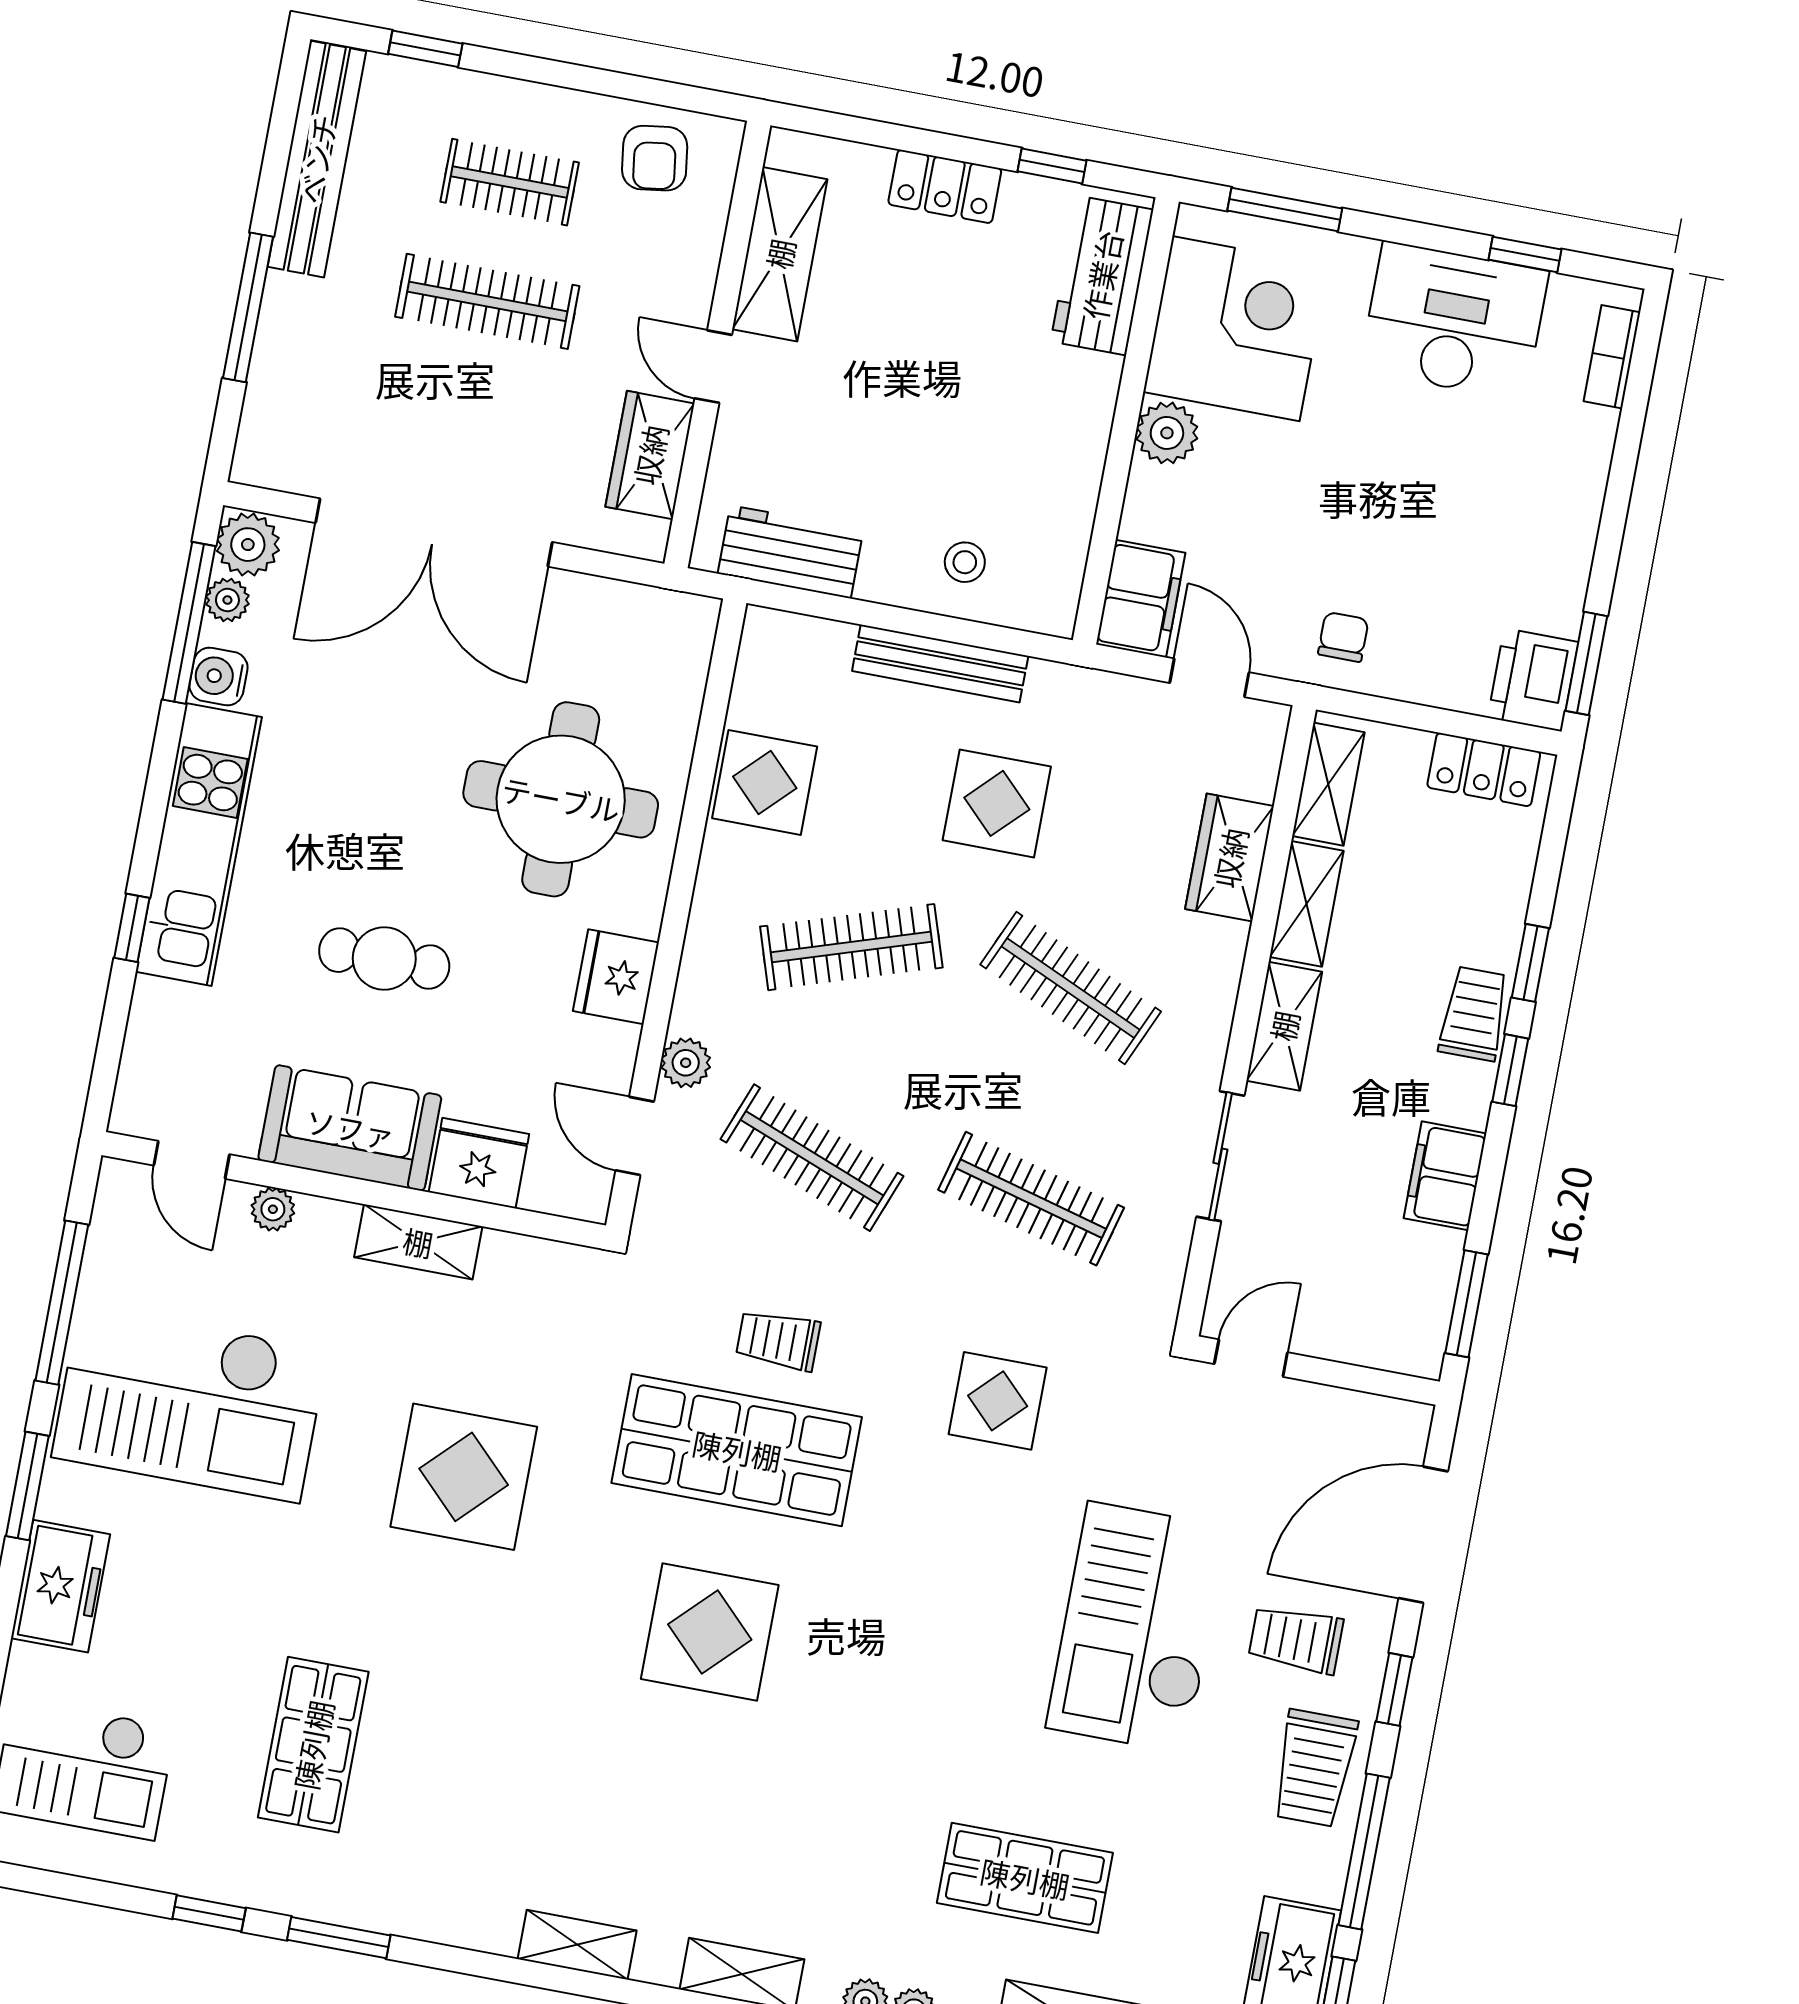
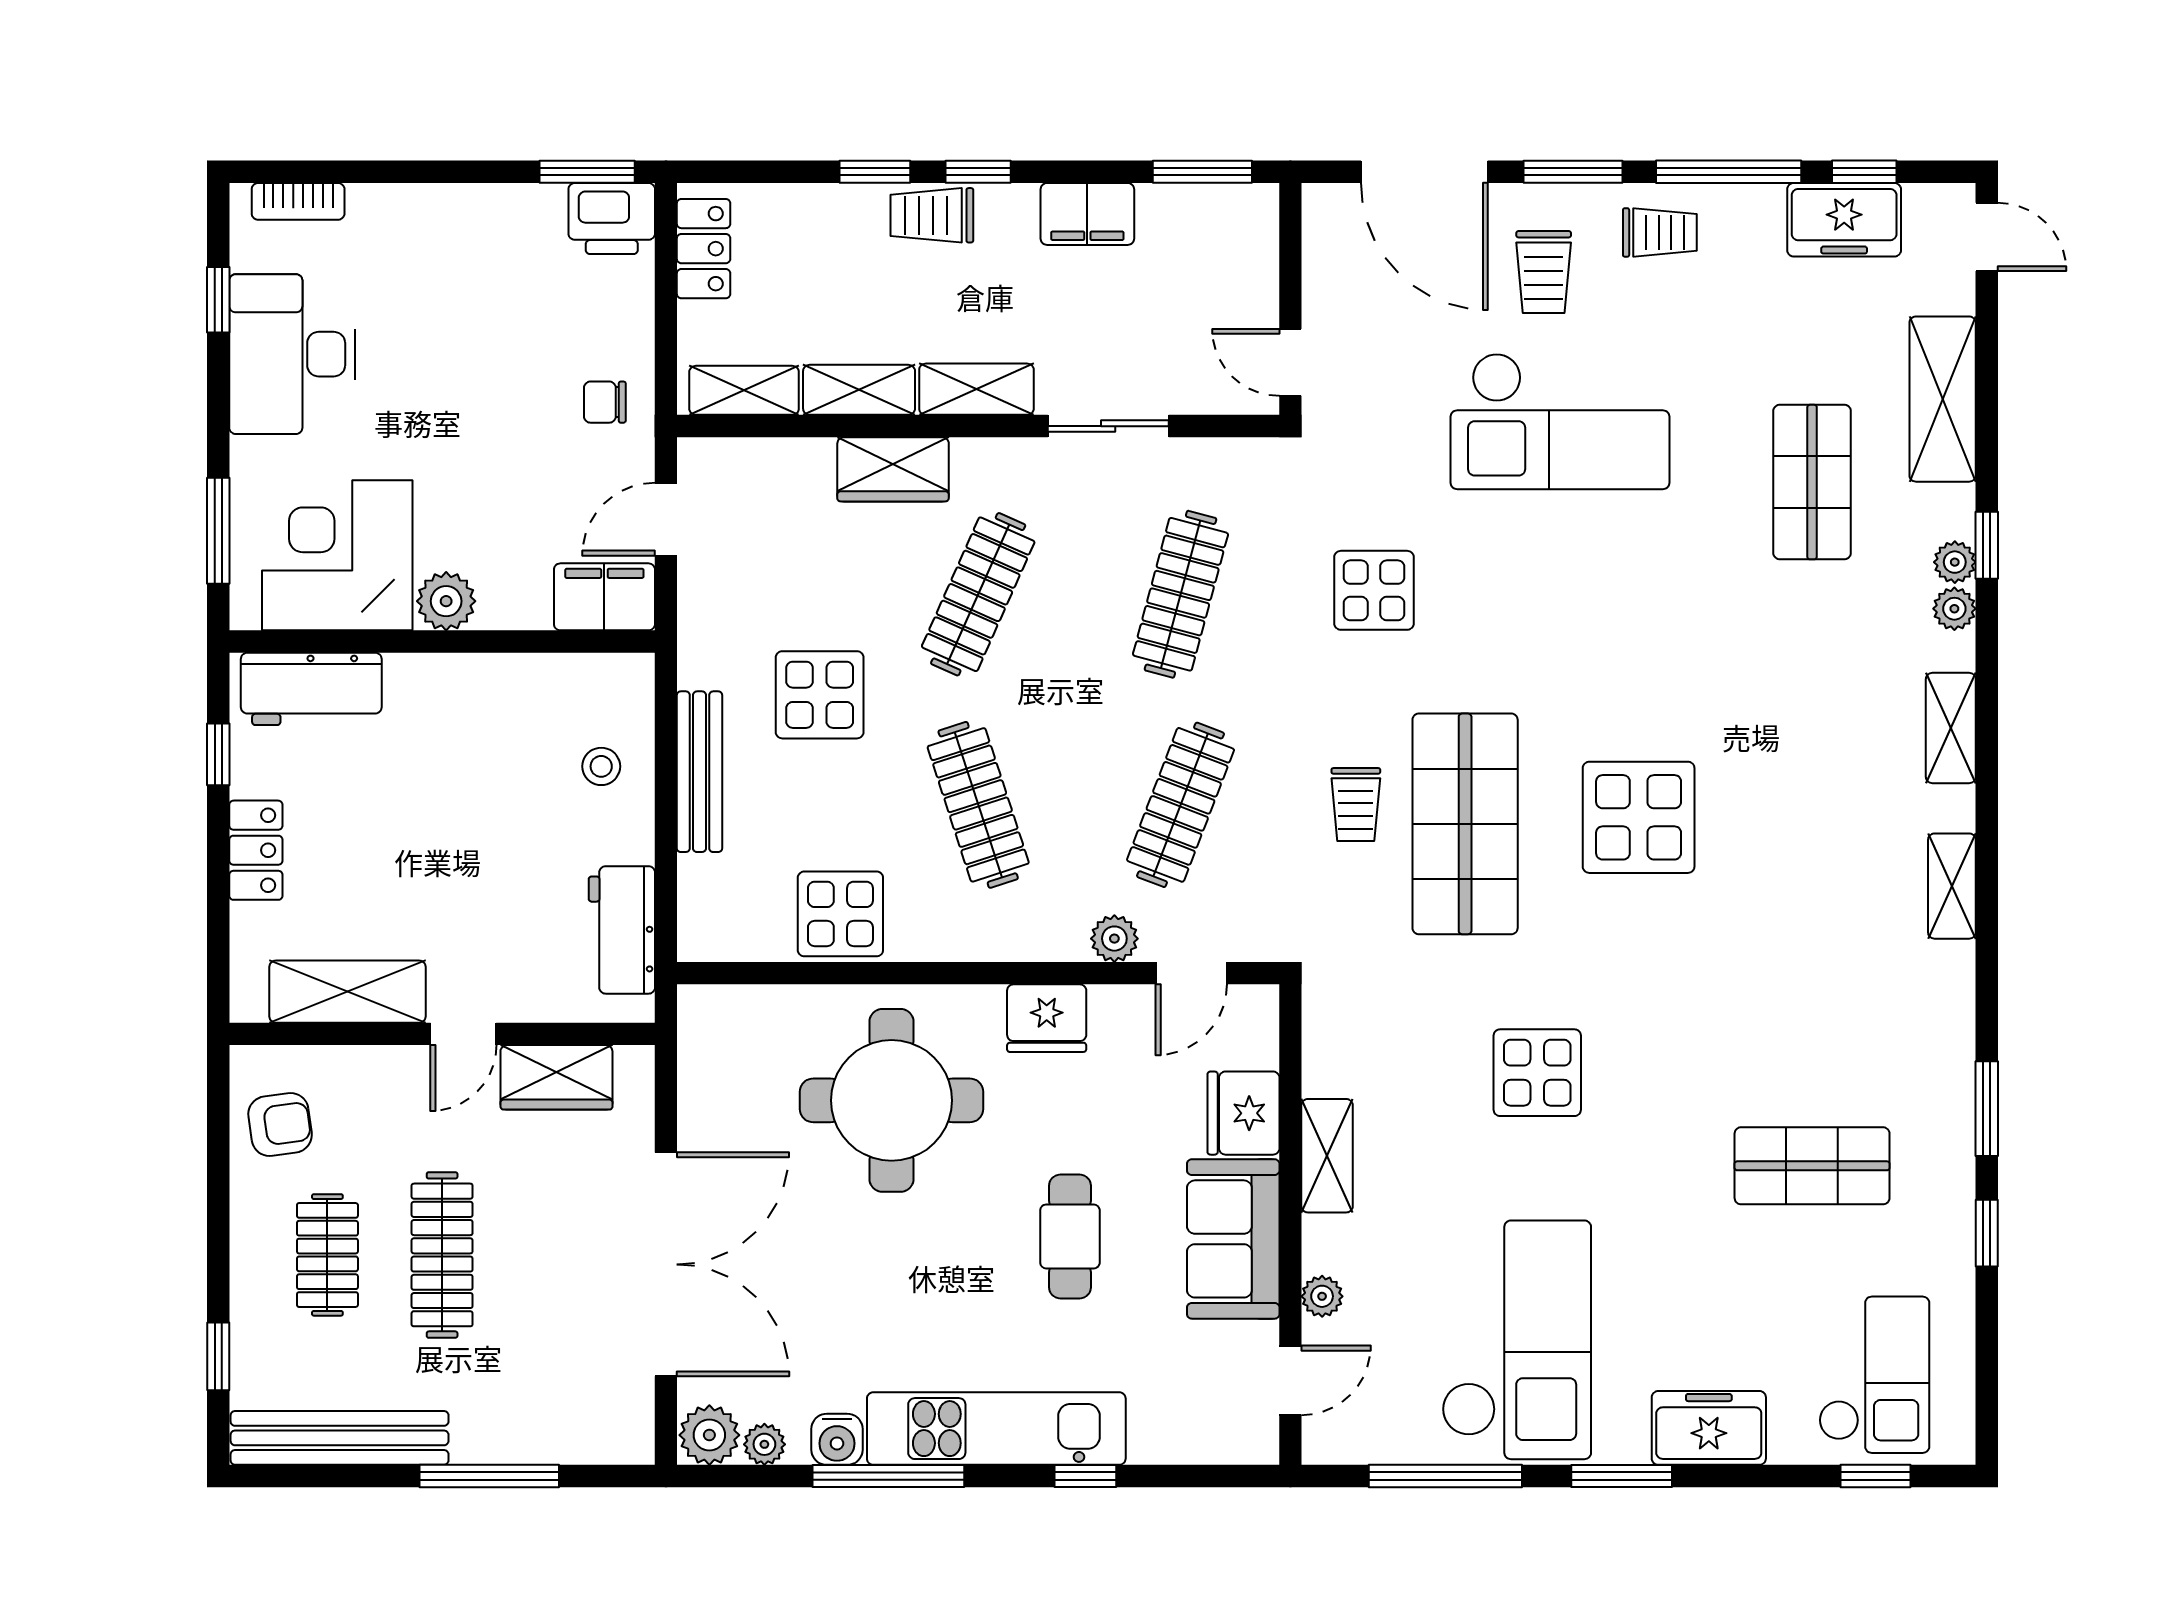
window: (189, 623) -> (888, 1476), moved
wardrobe: (1230, 858) -> (893, 469), moved
display table: (464, 1477) -> (1537, 1073), width x0.73, depth x0.73
window: (1394, 1689) -> (1573, 172), width x1.50
trolley: (1314, 1768) -> (1660, 232), width x0.73, depth x0.72

